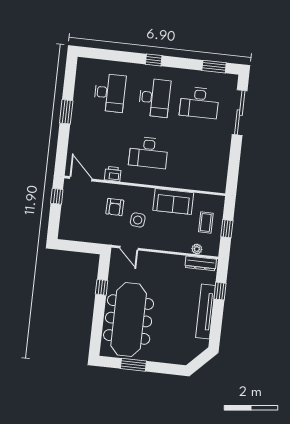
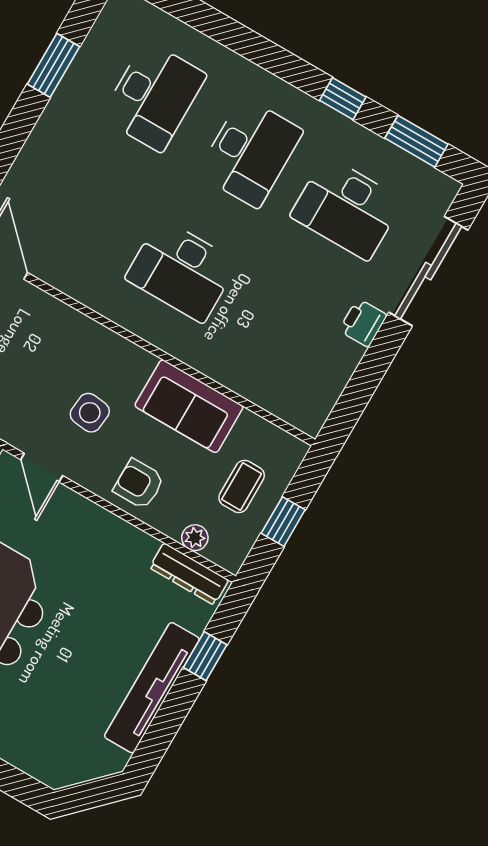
window: (154, 60) -> (343, 99), moved
window: (66, 112) -> (53, 65), moved
printer: (113, 174) -> (363, 323), moved, turned -90
armchair: (115, 207) -> (139, 484), moved, turned 89

